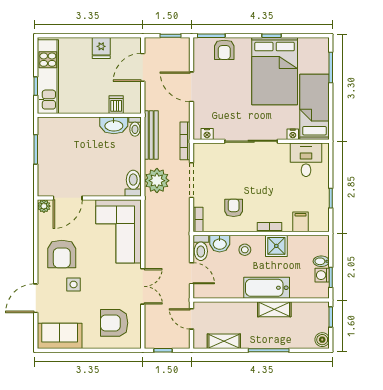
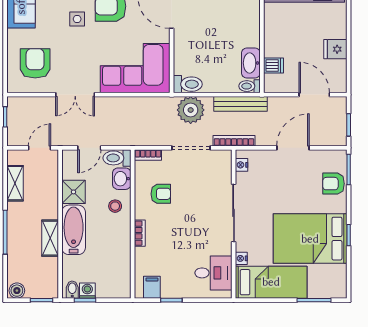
filing cabinet: (301, 222) -> (152, 287), moved, turned -90
shower: (276, 246) -> (73, 192), moved
bidet: (321, 261) -> (72, 290), moved

